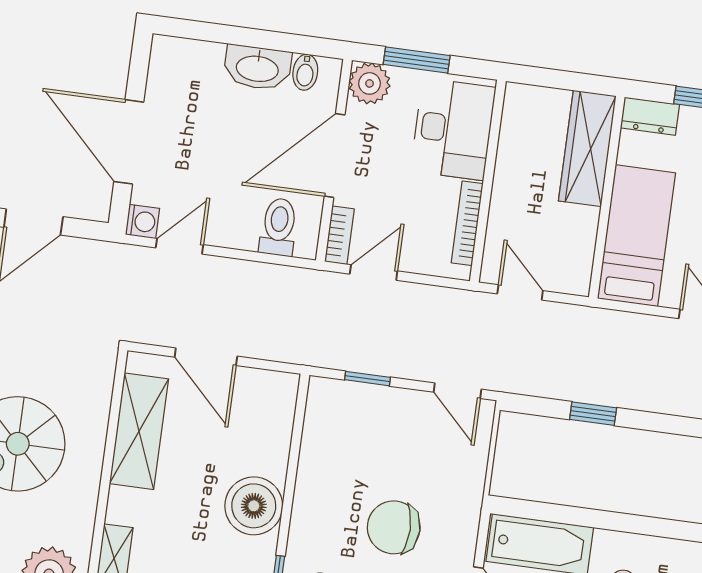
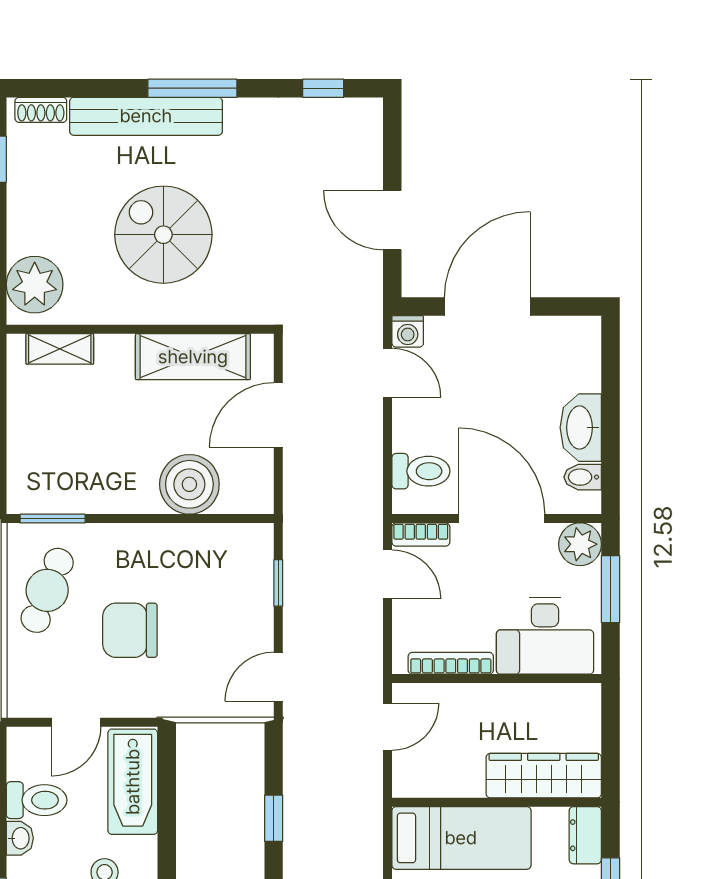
boiler: (254, 506) -> (189, 484), moved
chair: (394, 527) -> (130, 630), turned -90

